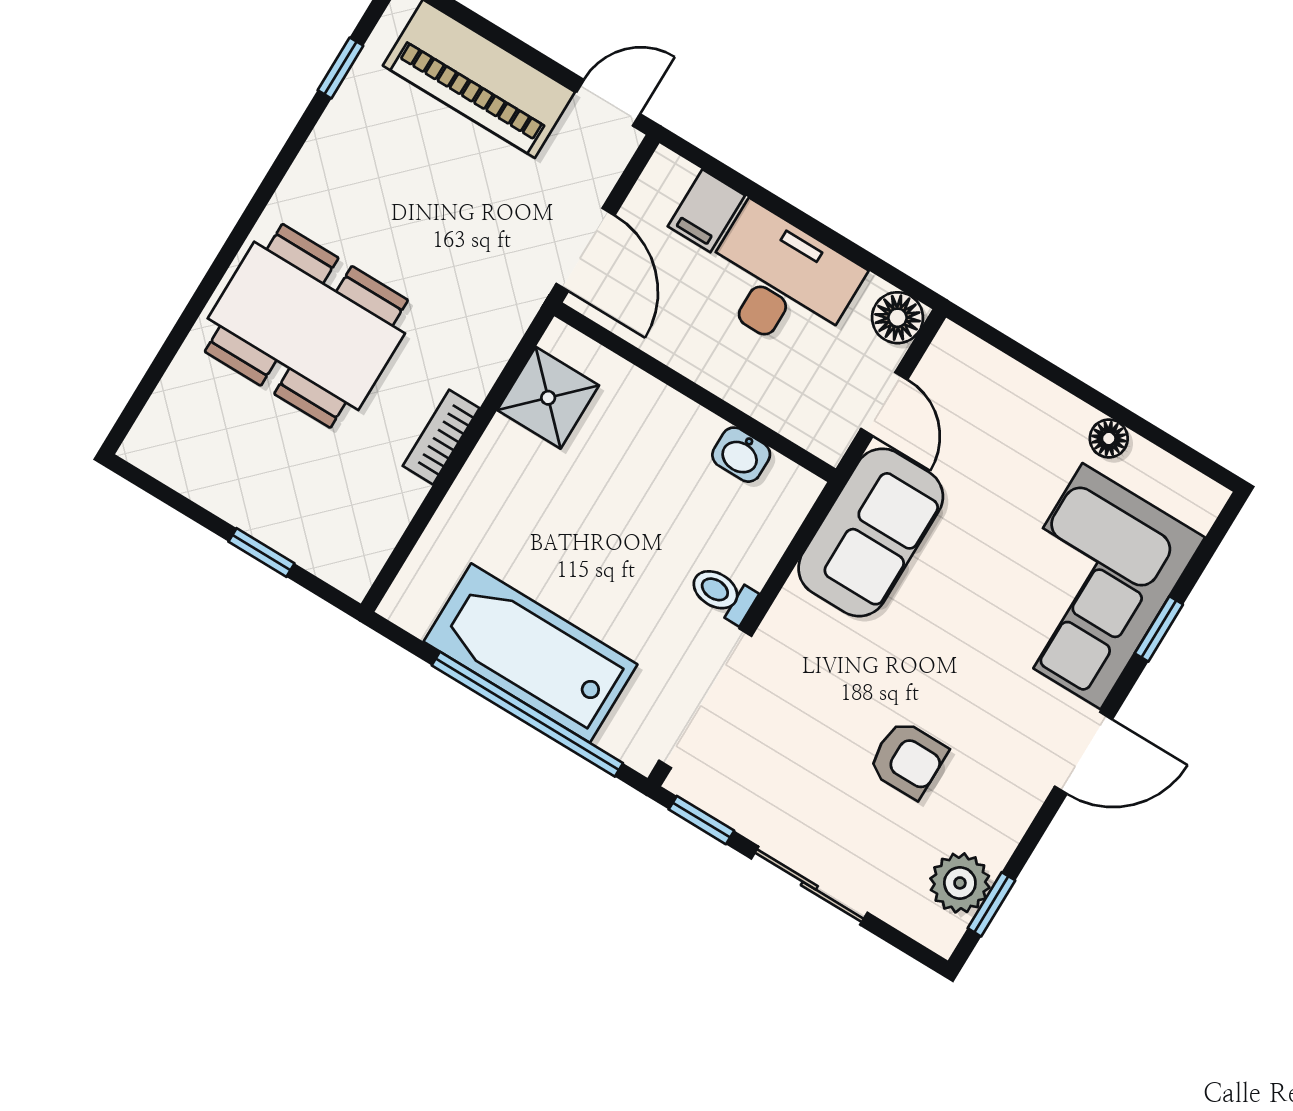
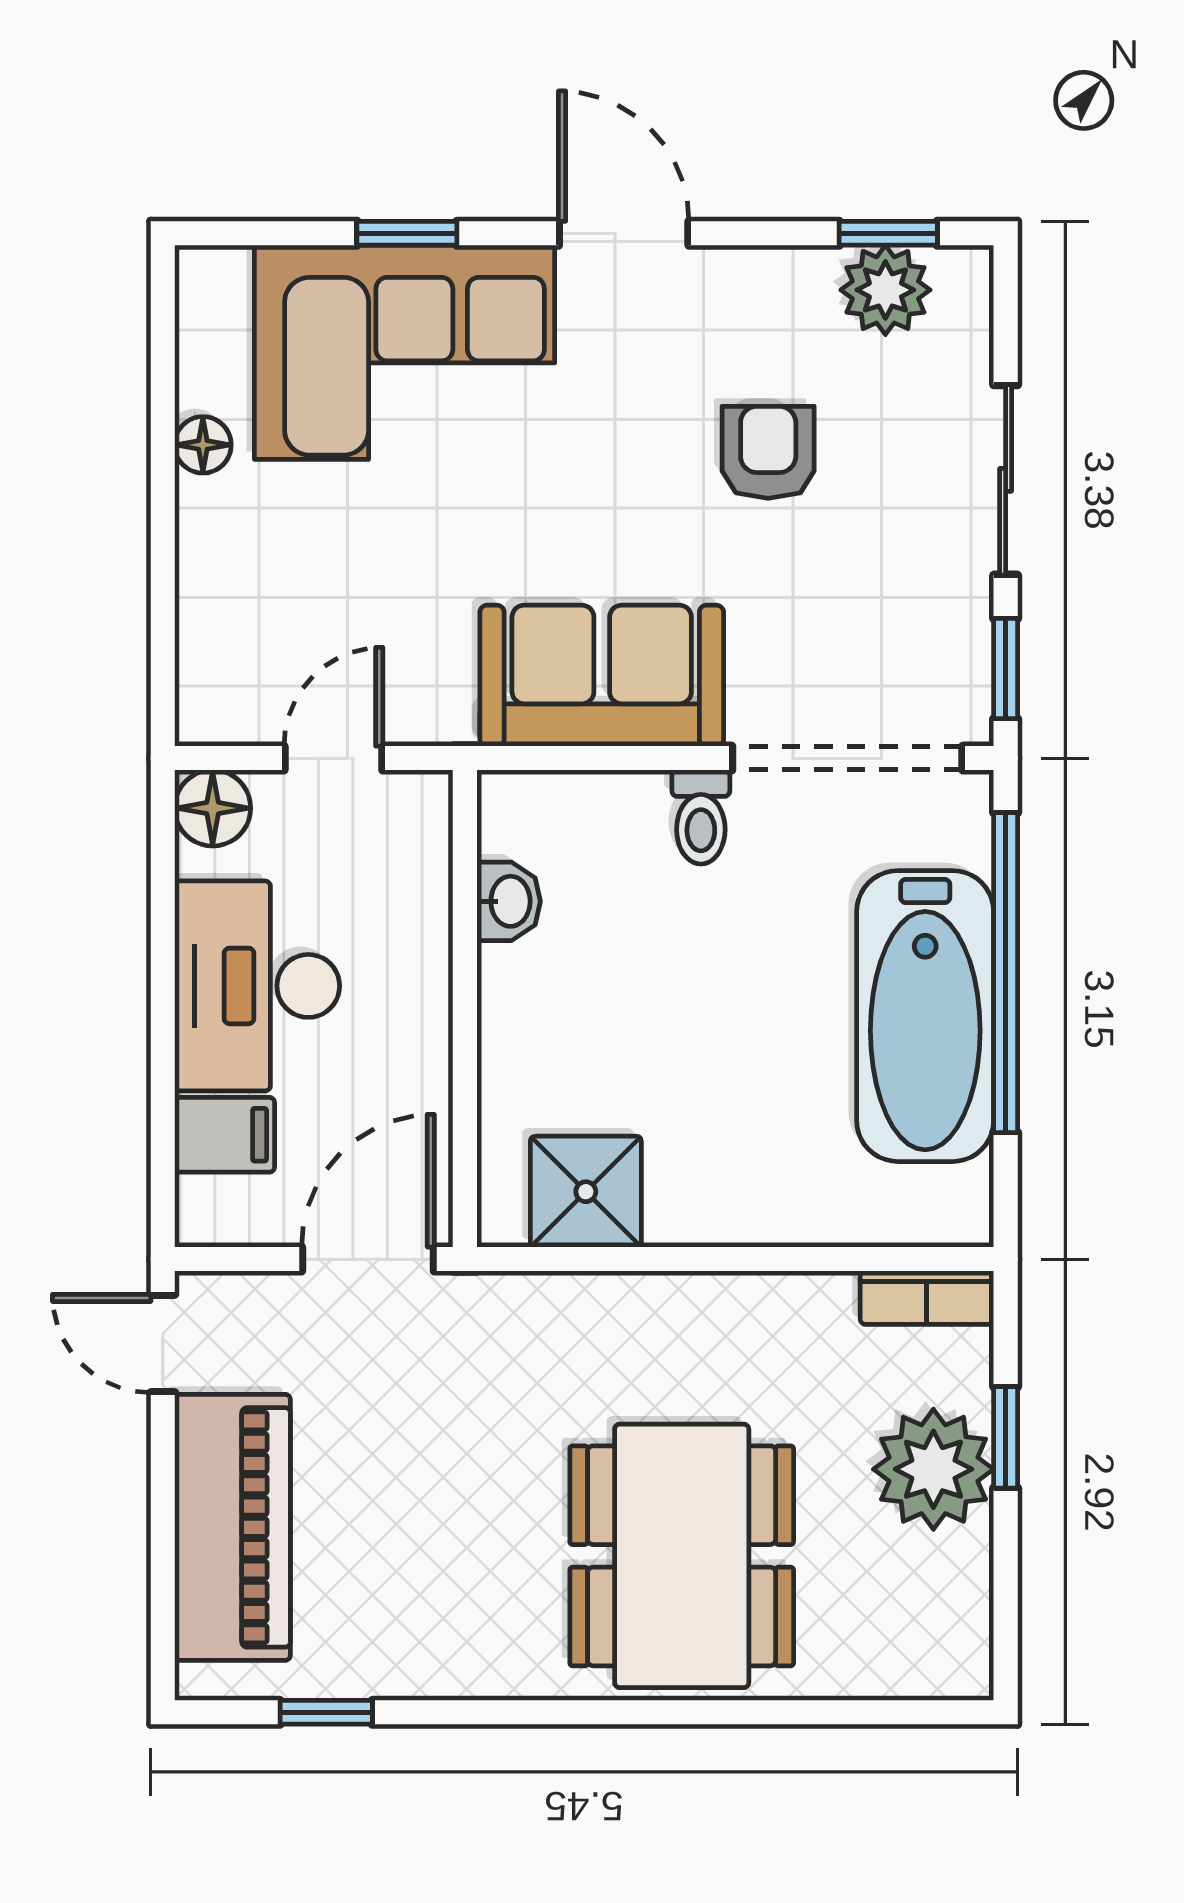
bookcase: (441, 437) -> (927, 1298), moved
plant: (268, 500) -> (933, 1469), added
sofa: (871, 532) -> (602, 676), moved

